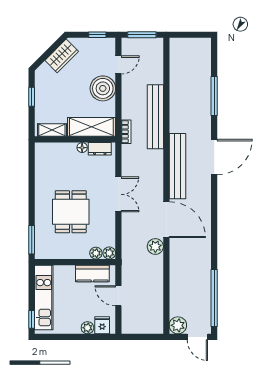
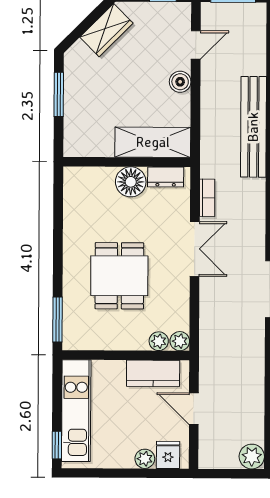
boiler: (103, 88) -> (180, 82), width x0.54, depth x0.54
window: (32, 97) -> (59, 94), width x1.50
shelving: (52, 130) -> (90, 147), removed
bookcase: (126, 132) -> (207, 198), moved
floor lamp: (82, 148) -> (131, 182), width x1.89, depth x1.89
plant: (155, 247) -> (252, 457), moved

